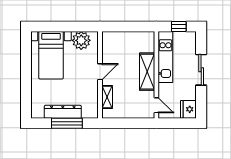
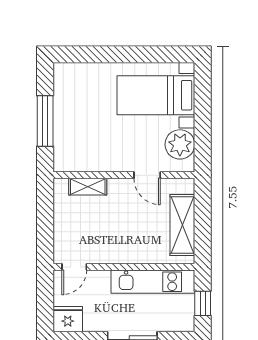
door: (100, 72) -> (147, 175), moved
shelving: (147, 72) -> (182, 225), moved, turned 90
dresser: (63, 112) -> (64, 114), removed

